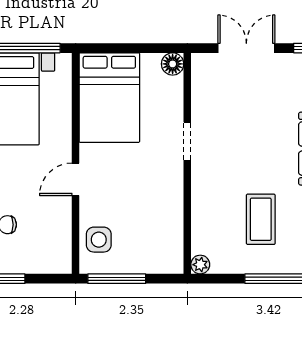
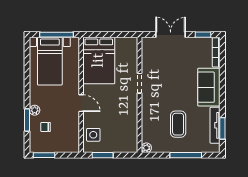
floor lamp: (173, 64) -> (132, 43), removed
door: (76, 179) -> (81, 103), swing flipped
window: (117, 279) -> (103, 155), width x0.69

